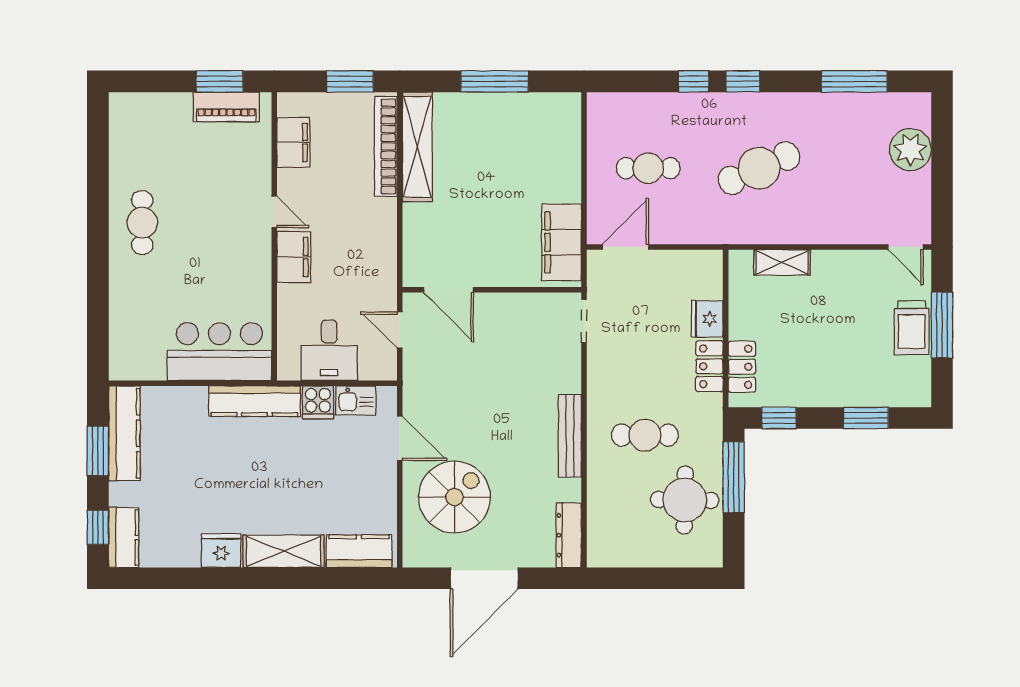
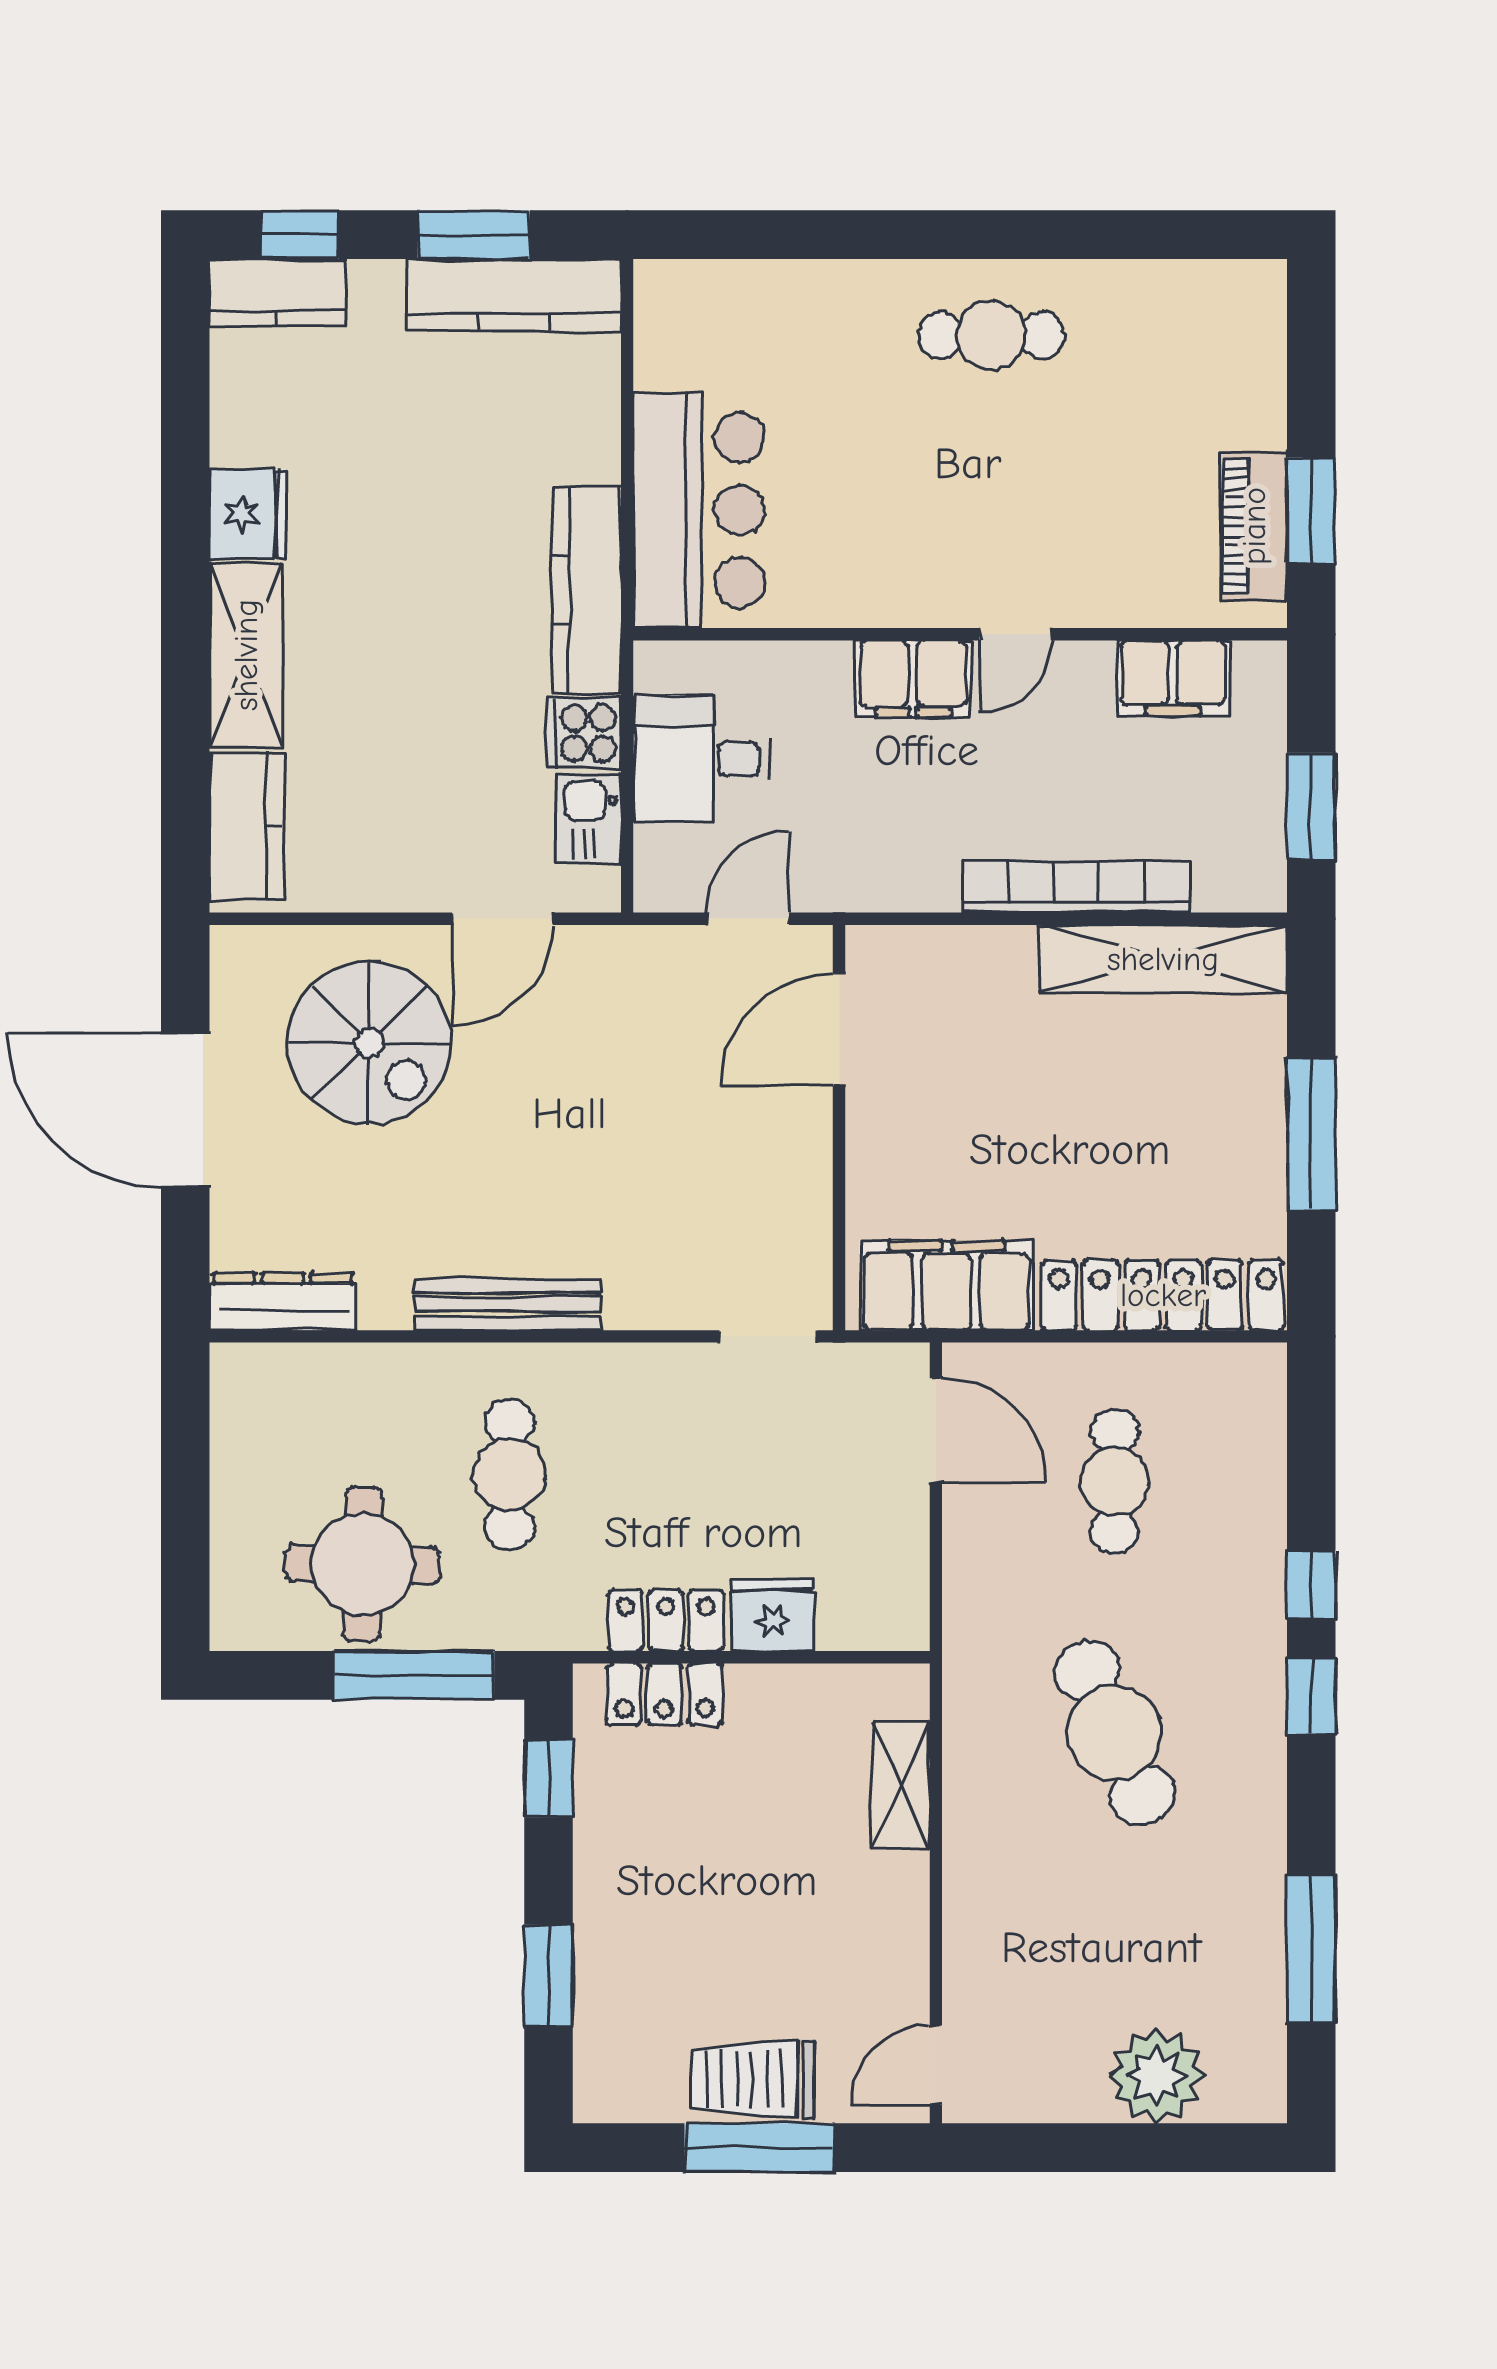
bookcase: (386, 146) -> (1076, 887), moved
locker: (566, 147) -> (1163, 1295), added

